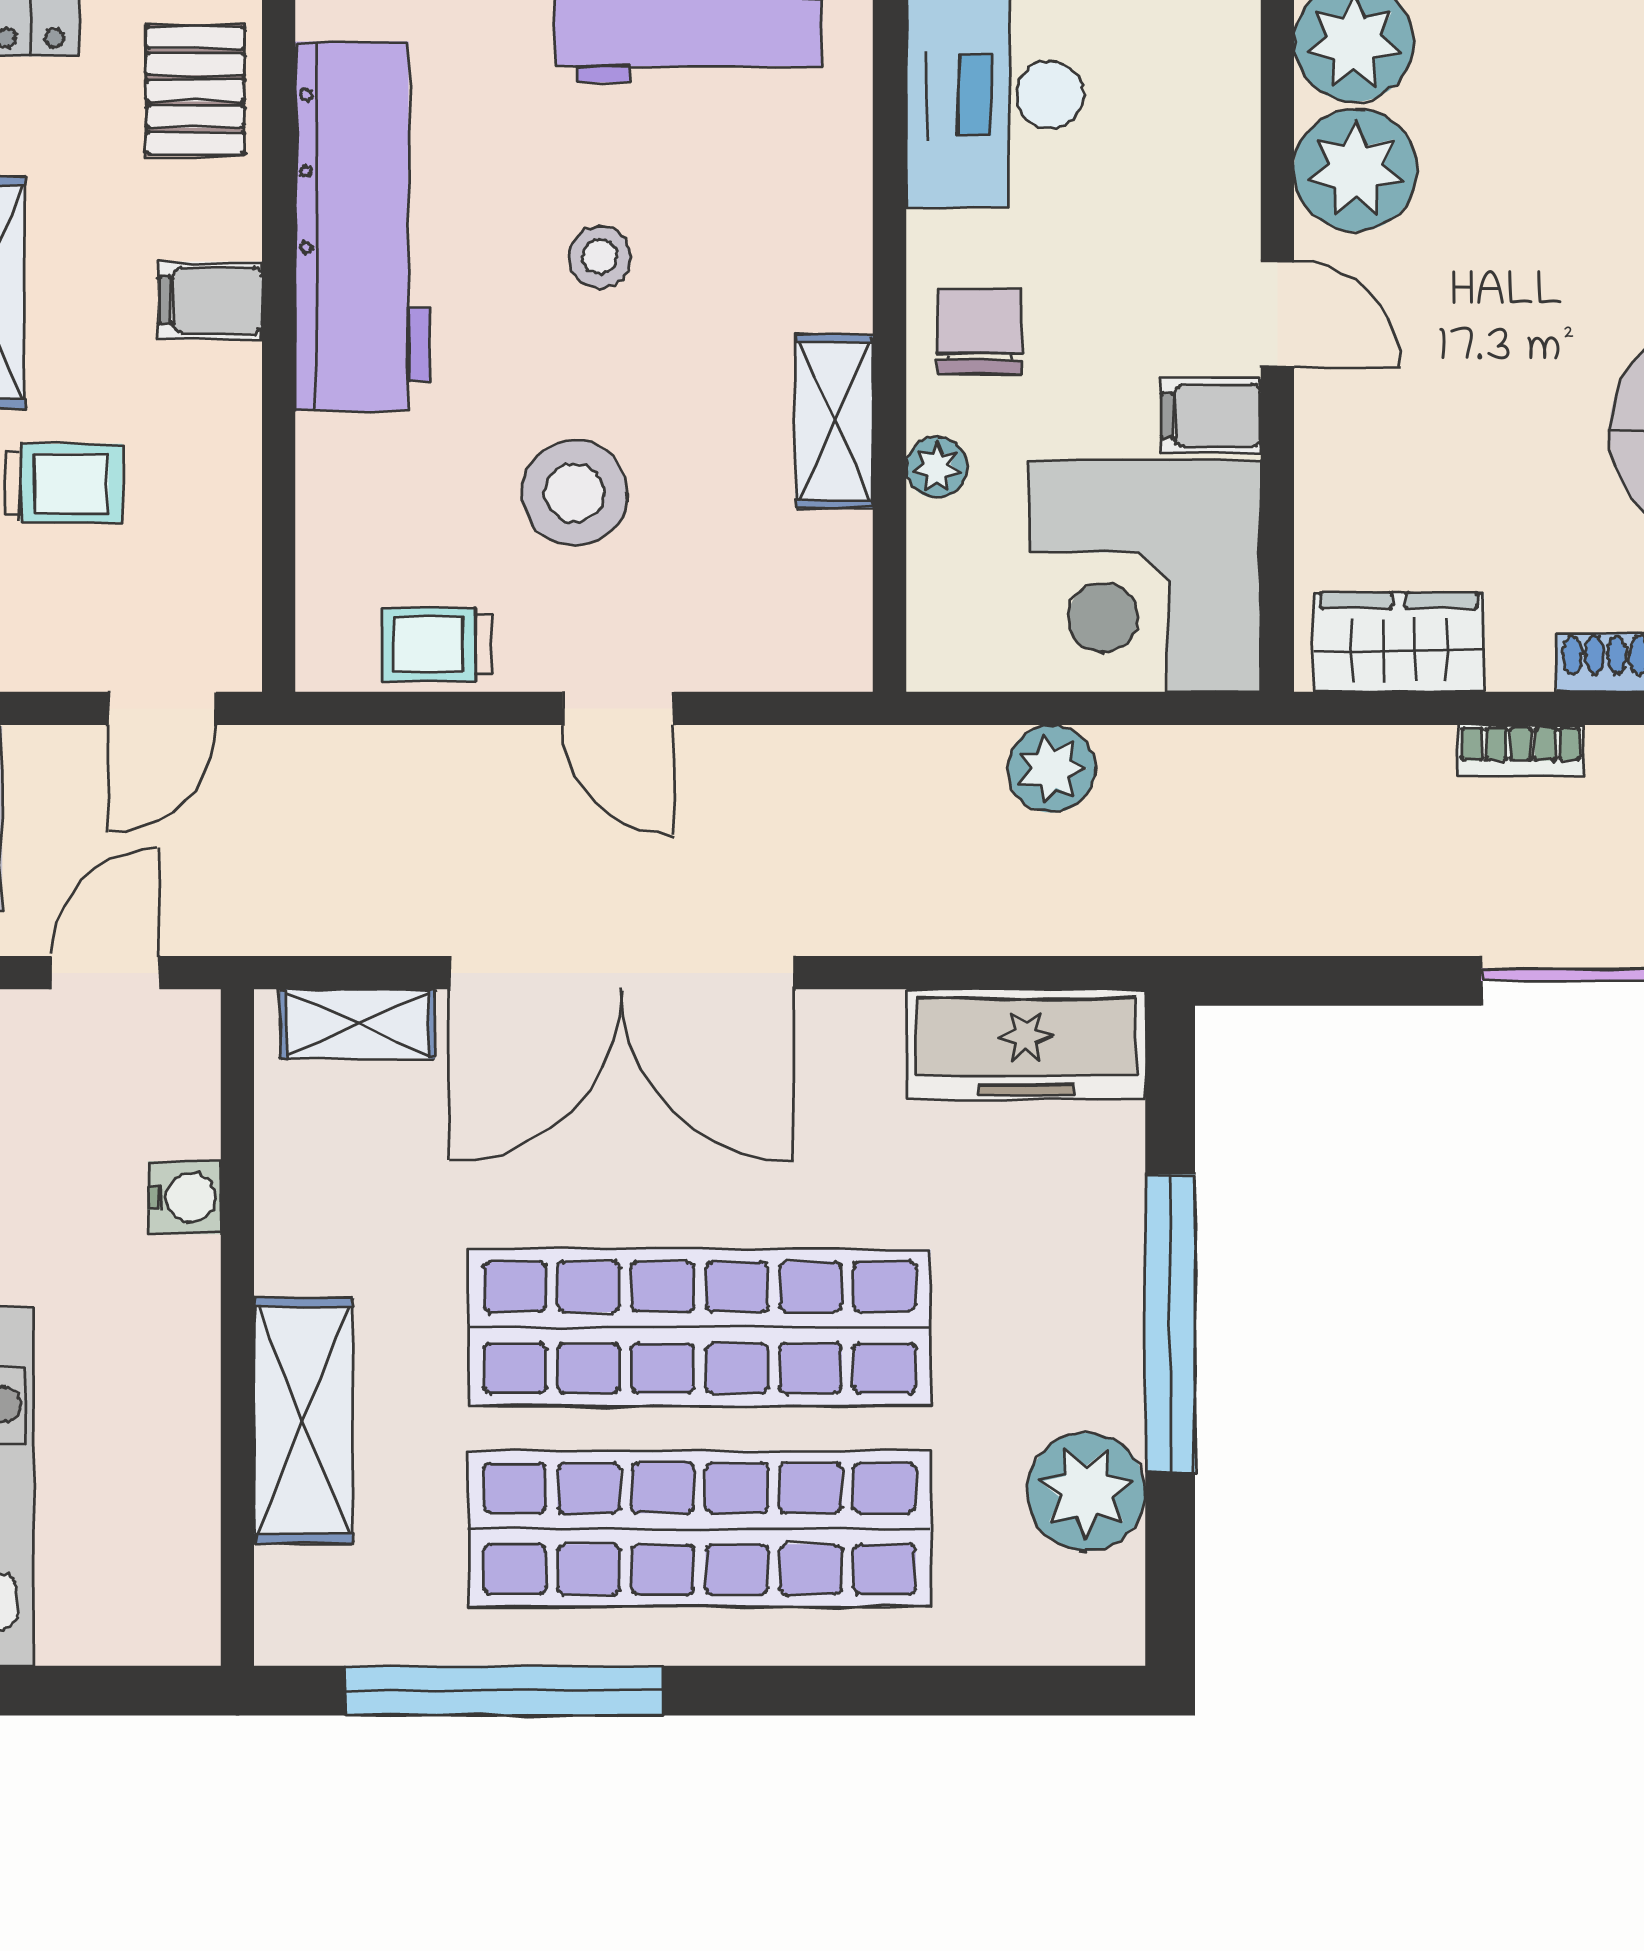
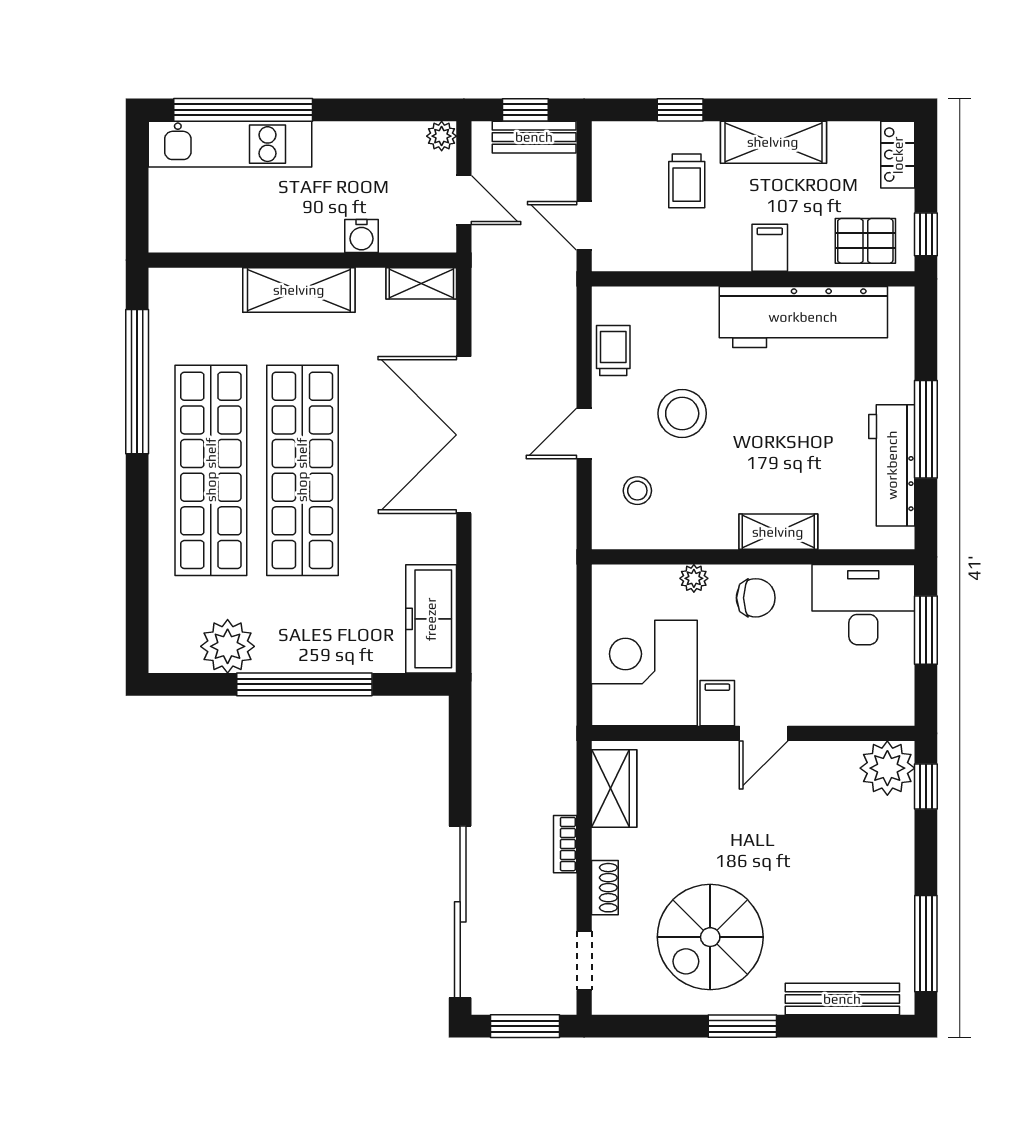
plant: (1355, 170) -> (829, 769), removed
stool: (600, 257) -> (637, 491), moved
shelving: (834, 421) -> (778, 532), moved
plant: (1052, 769) -> (557, 630), removed
shelving: (358, 1024) -> (421, 283), moved, turned 90
shelving: (303, 1420) -> (299, 290), moved

